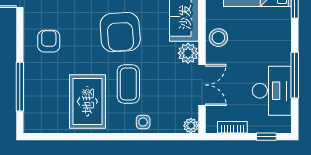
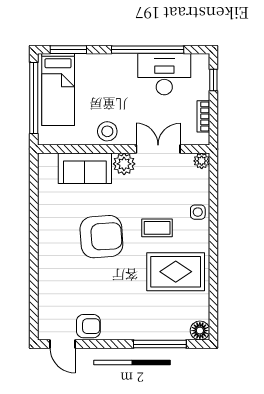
armchair: (49, 41) -> (88, 326), moved, turned 180
window: (295, 75) -> (148, 50), width x1.46
coffee table: (128, 84) -> (157, 228), width x0.73, depth x0.77
floor lamp: (32, 124) -> (200, 331), added

